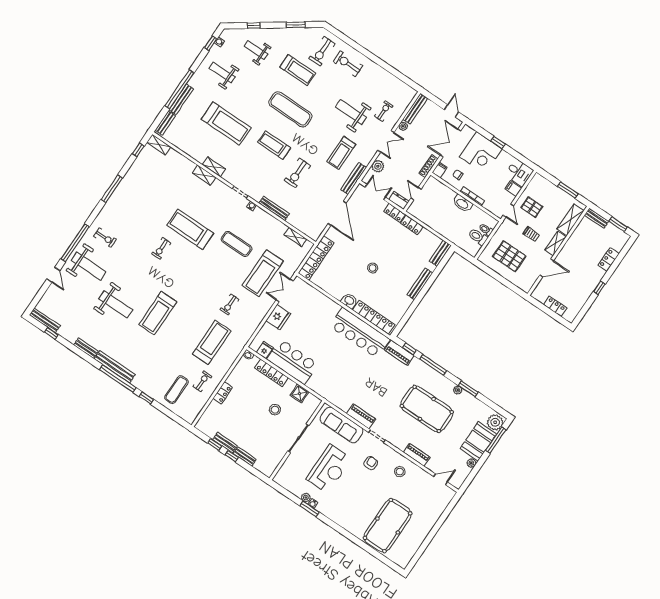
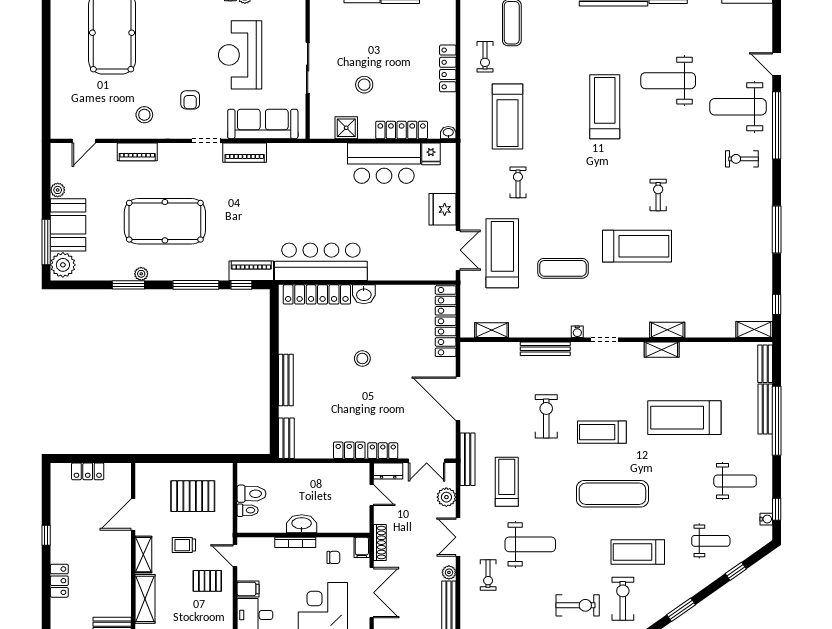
treadmill: (274, 145) -> (602, 432), turned 180
locker: (223, 393) -> (448, 68), width x1.53

